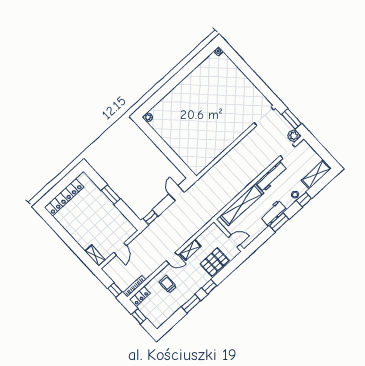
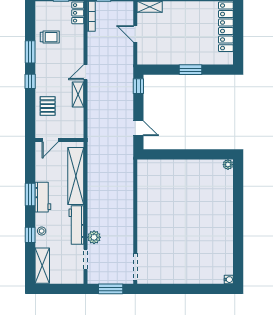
plant: (294, 136) -> (94, 237), moved
pallet: (215, 262) -> (48, 106), width x0.67, depth x0.71
trolley: (168, 284) -> (50, 37), moved

